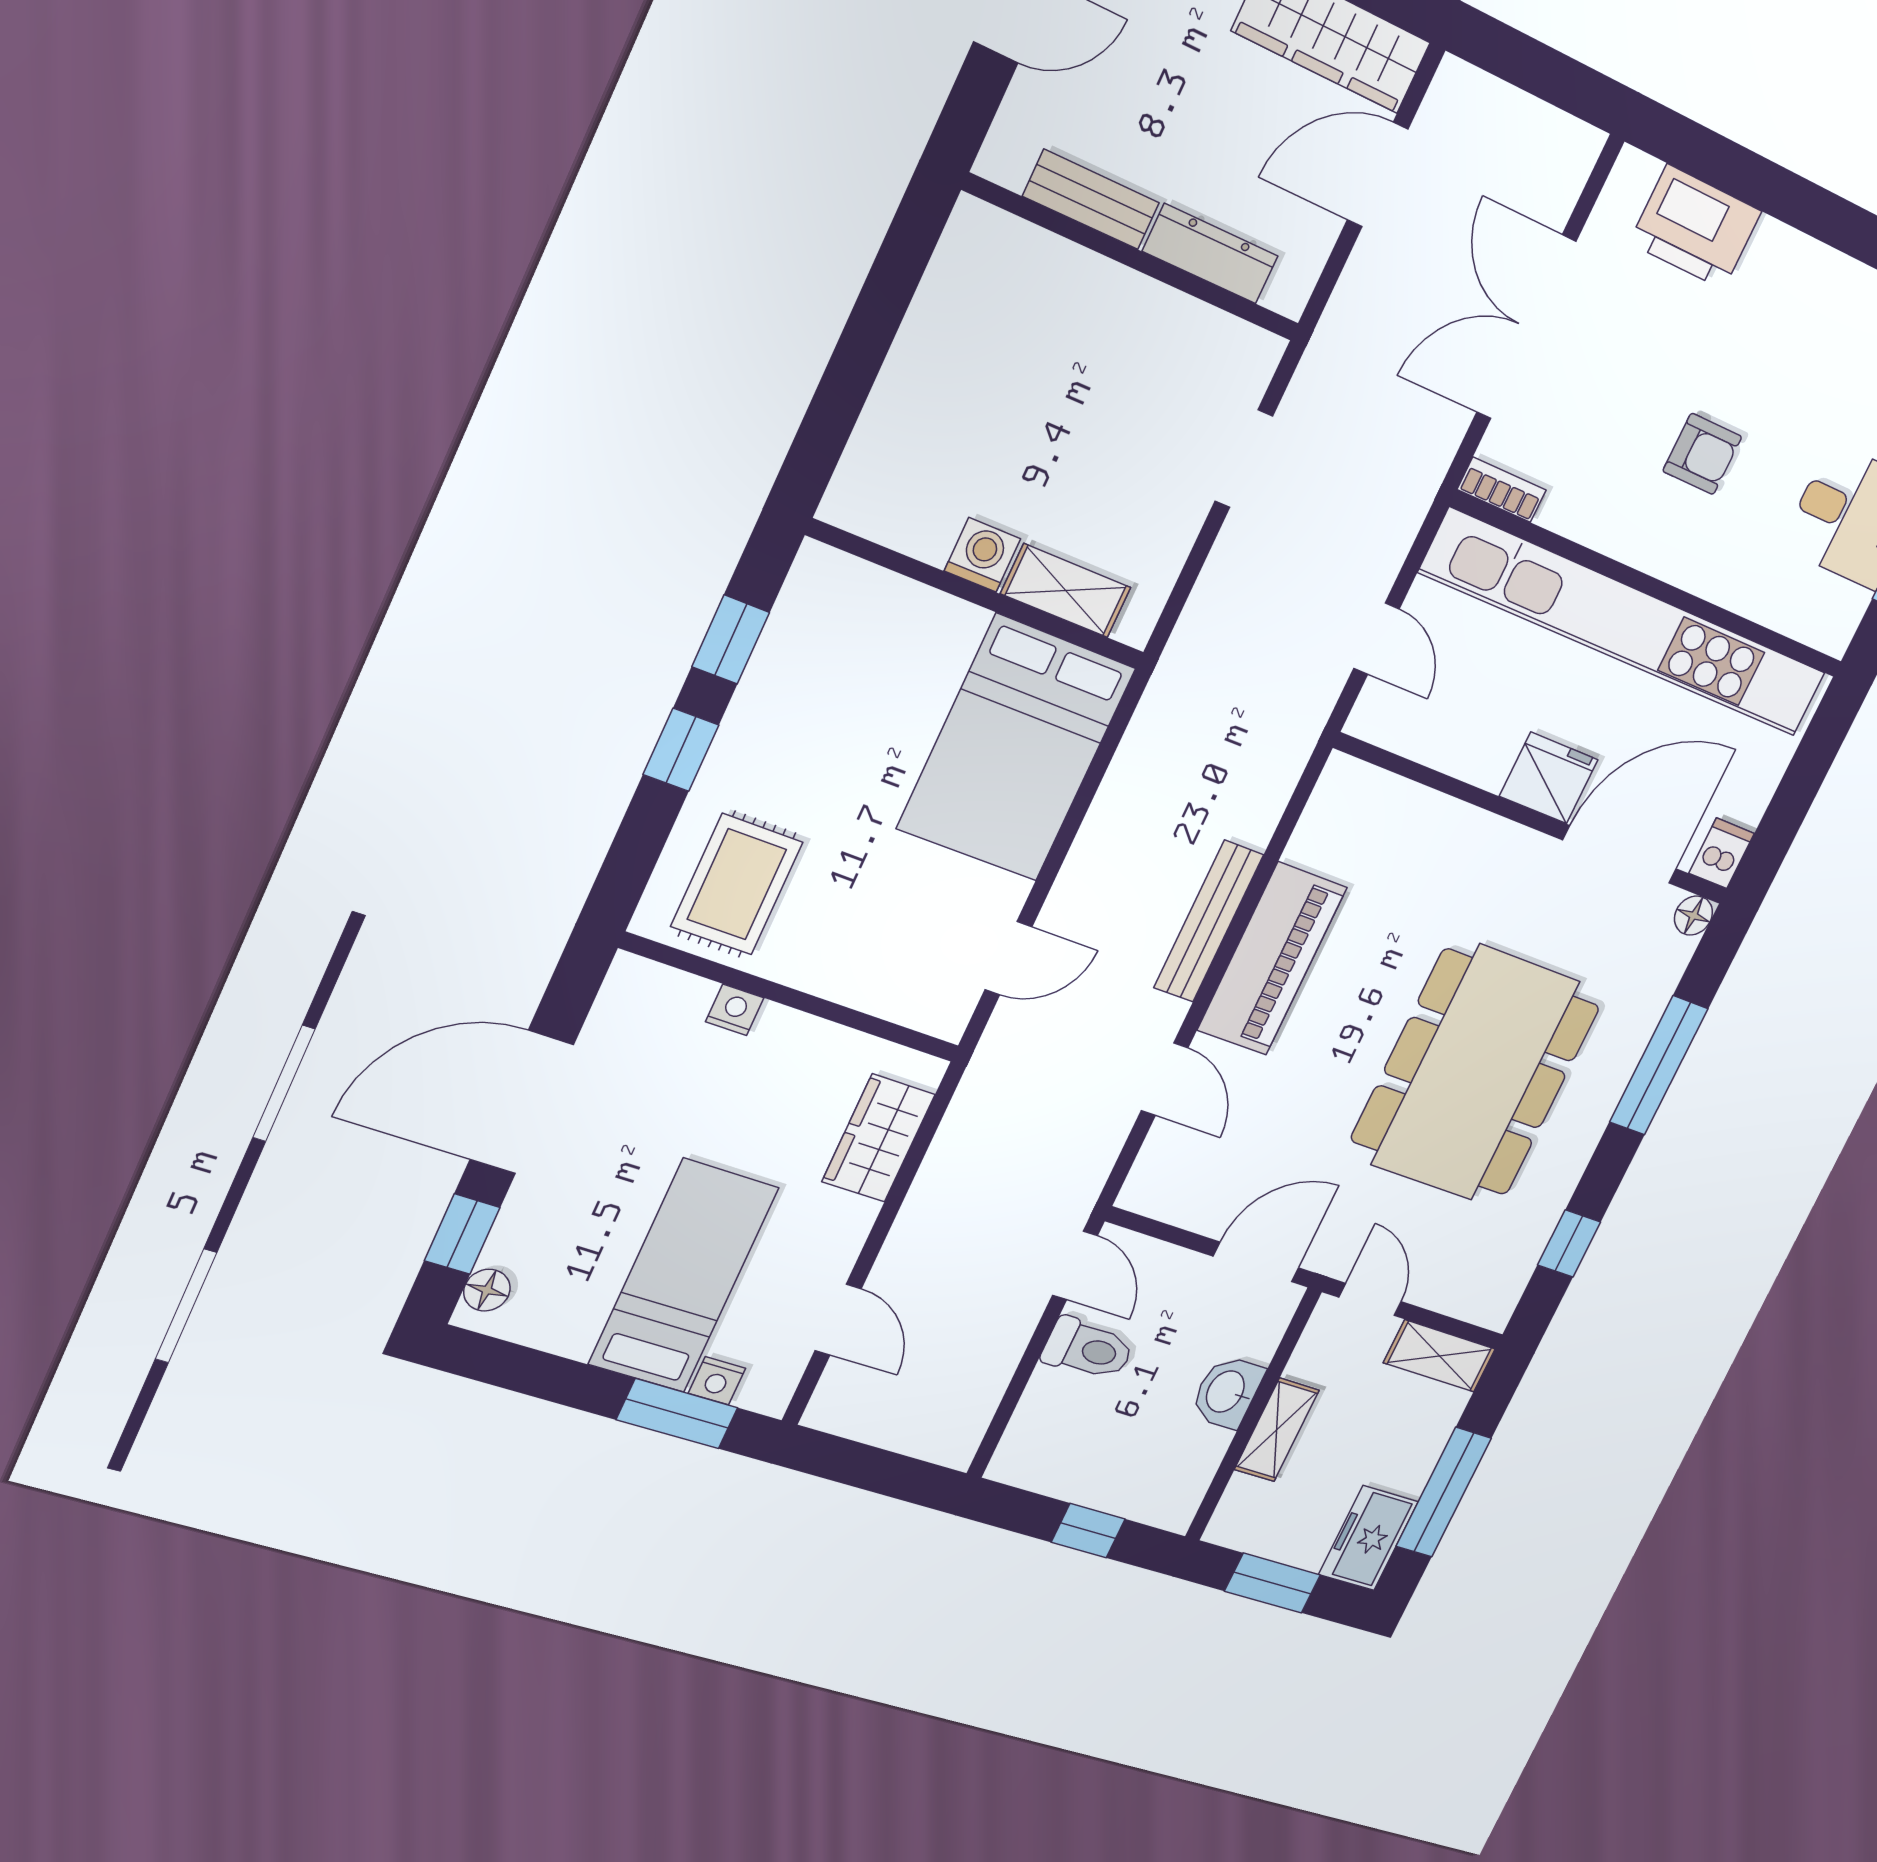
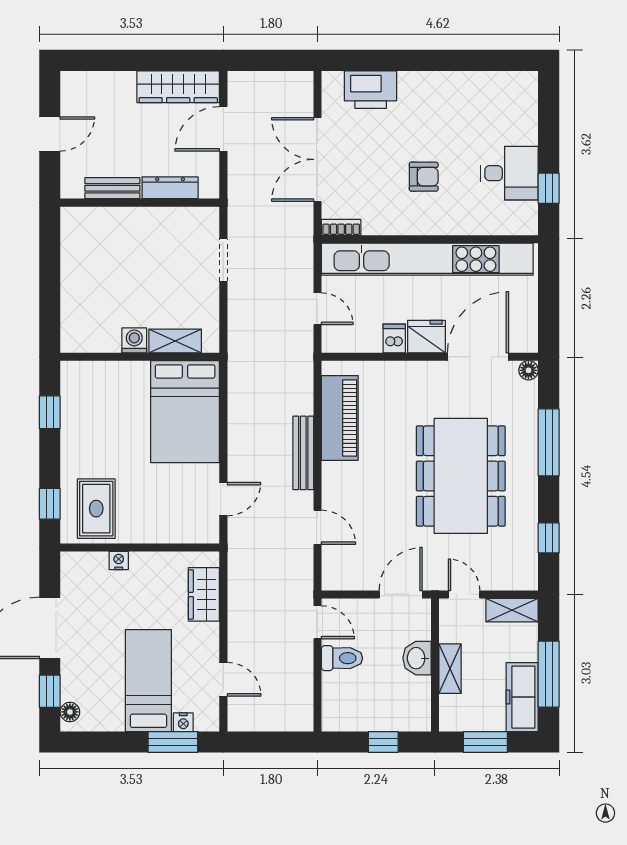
window: (681, 750) -> (50, 504), moved
dishwasher: (1722, 853) -> (394, 338), moved
piano: (1272, 959) -> (340, 418), moved
freezer: (1368, 1538) -> (522, 697), width x1.40

